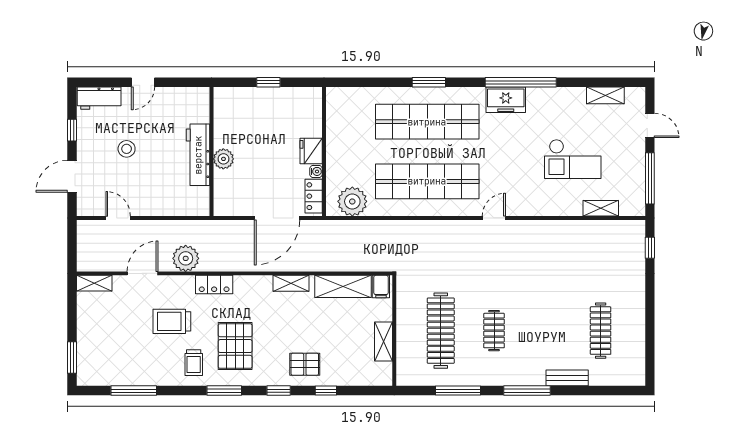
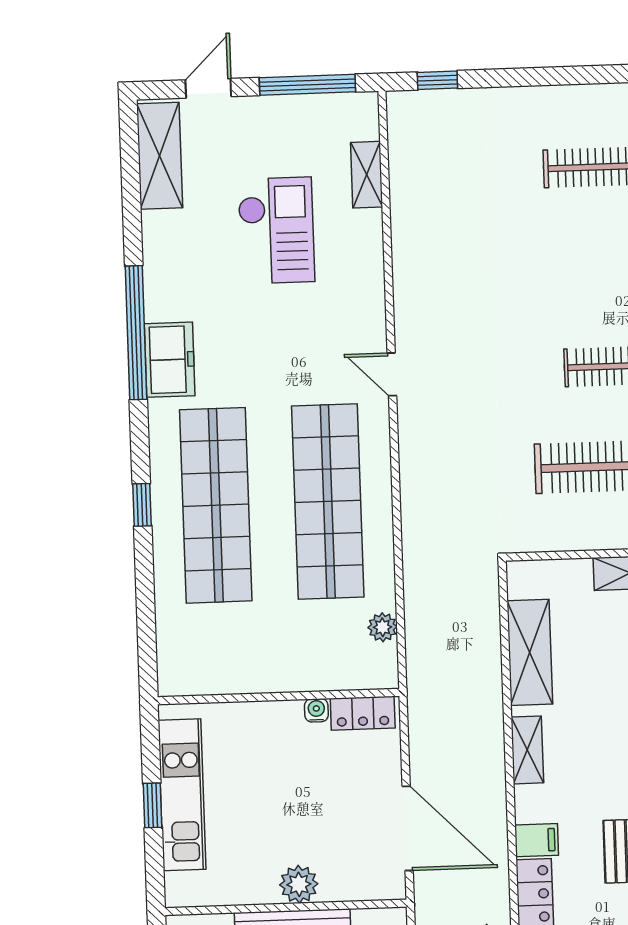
window: (429, 82) -> (142, 505), width x0.67
shelving: (605, 95) -> (160, 156), width x1.50, depth x1.33
kitchen unit: (273, 98) -> (182, 795), added
fridge: (311, 151) -> (278, 721), removed
plant: (352, 201) -> (383, 627), width x0.53, depth x0.53
door: (277, 218) -> (408, 828), moved
filing cabinet: (381, 287) -> (537, 840), moved

